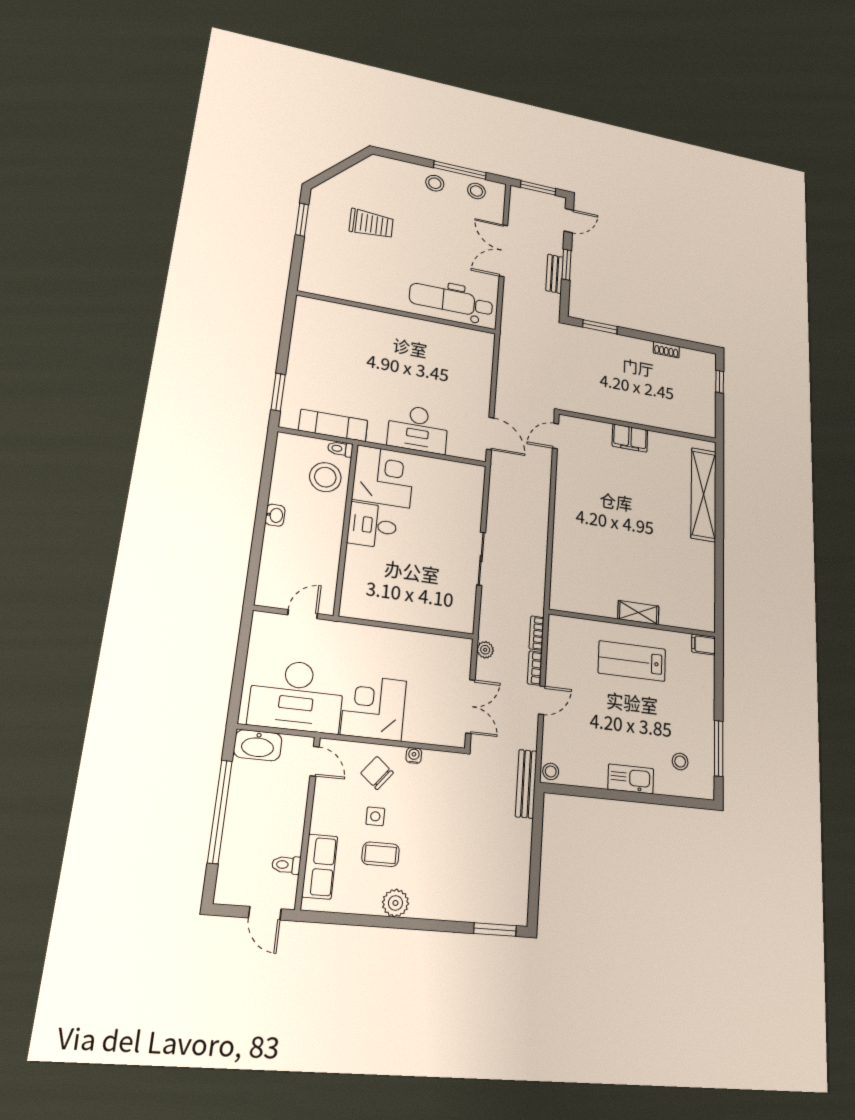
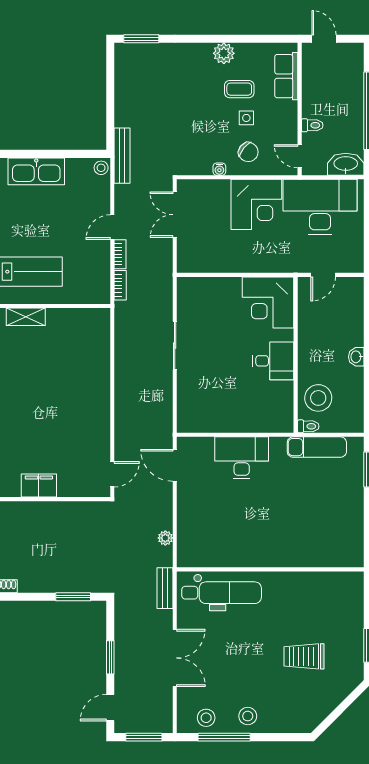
bench: (555, 274) -> (165, 588), moved
corner desk: (383, 476) -> (268, 302), moved
plant: (485, 650) -> (165, 538), moved
kitchen sink: (631, 779) -> (36, 171), width x1.36, depth x1.24
toilet: (286, 865) -> (312, 125), moved

